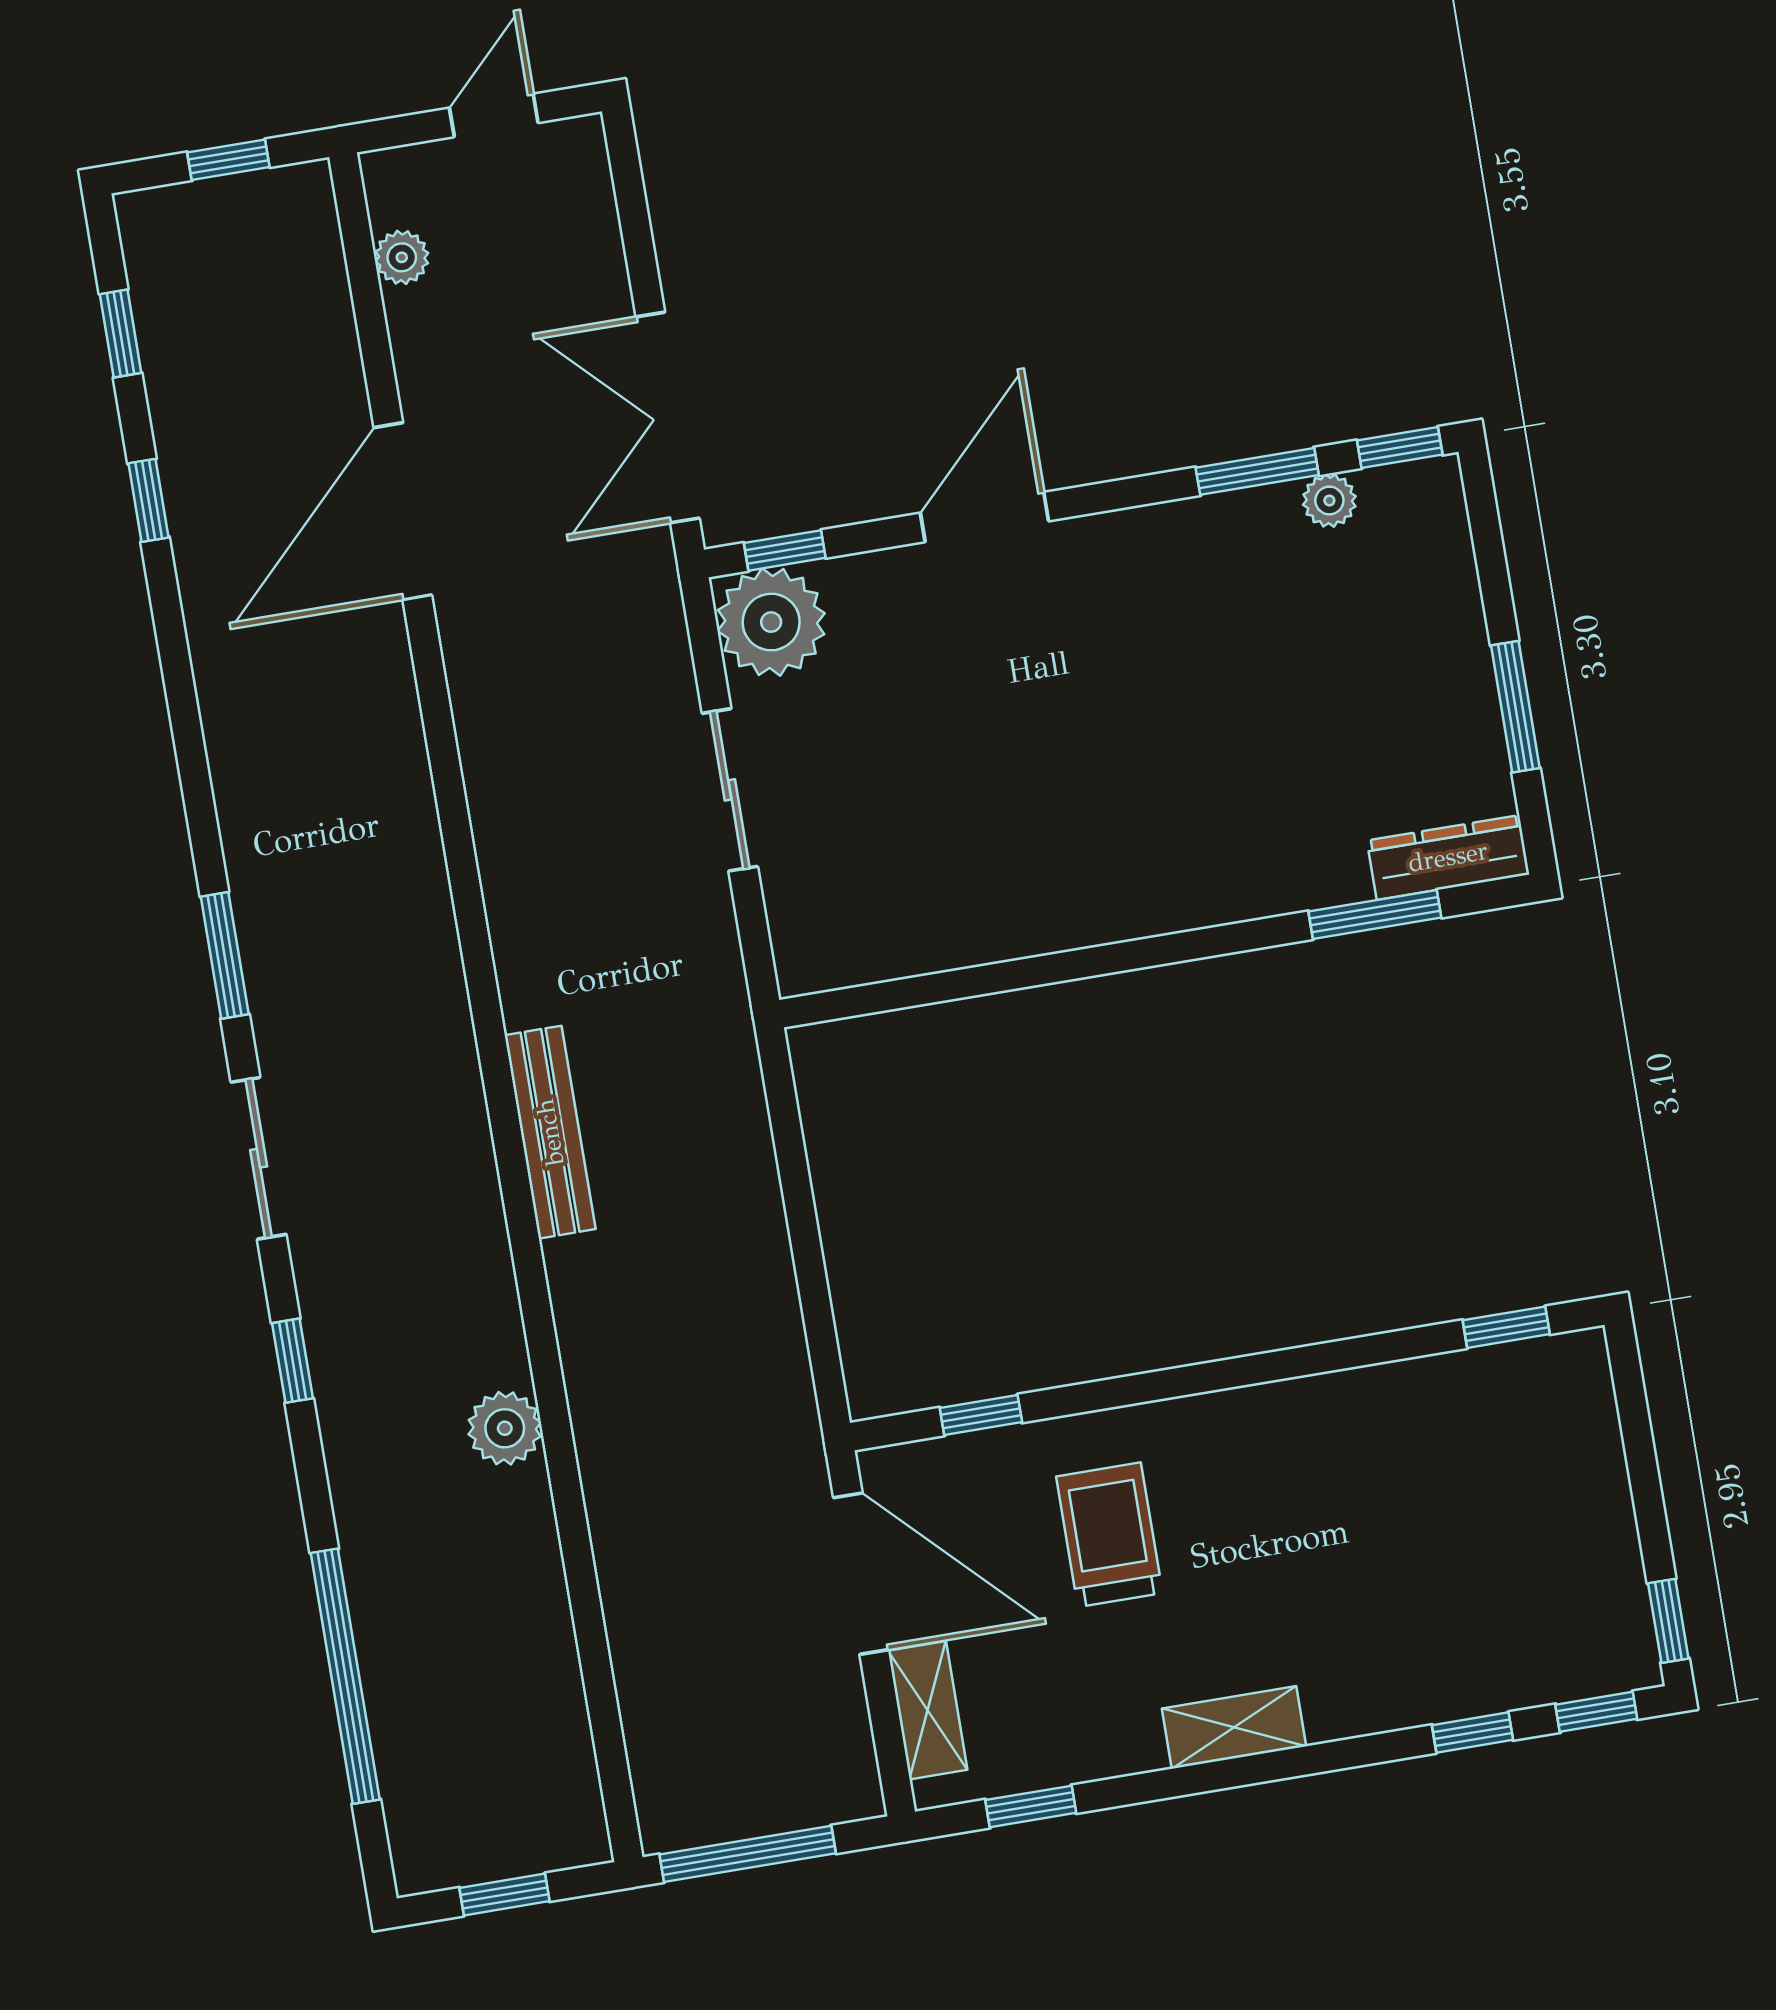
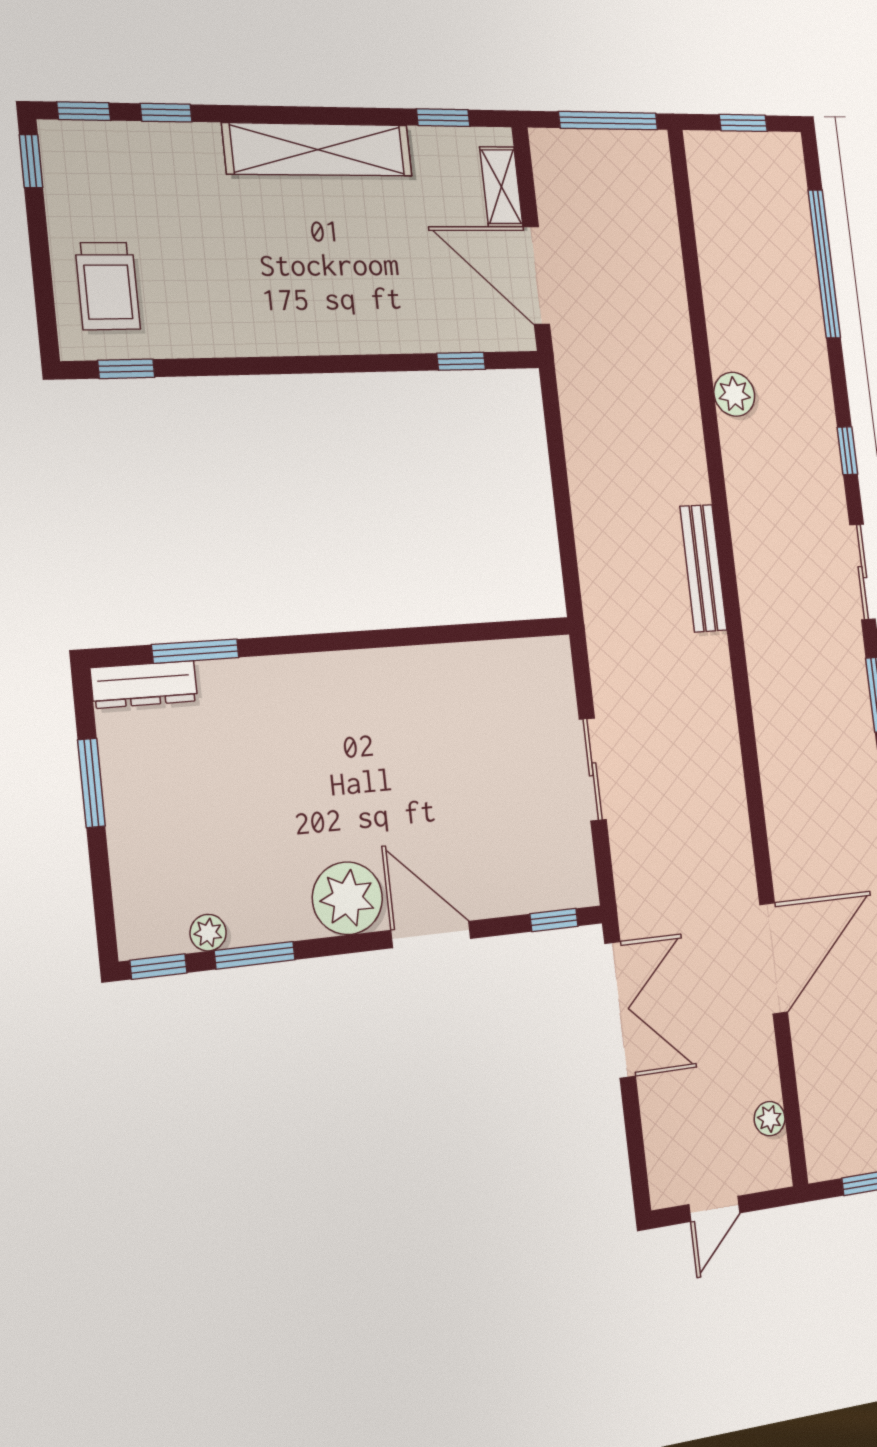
door: (985, 517) -> (431, 934), swing flipped
plant: (771, 622) -> (347, 898), moved
trolley: (1109, 1535) -> (108, 286), moved
shelving: (1234, 1727) -> (318, 150), width x2.20, depth x1.33

